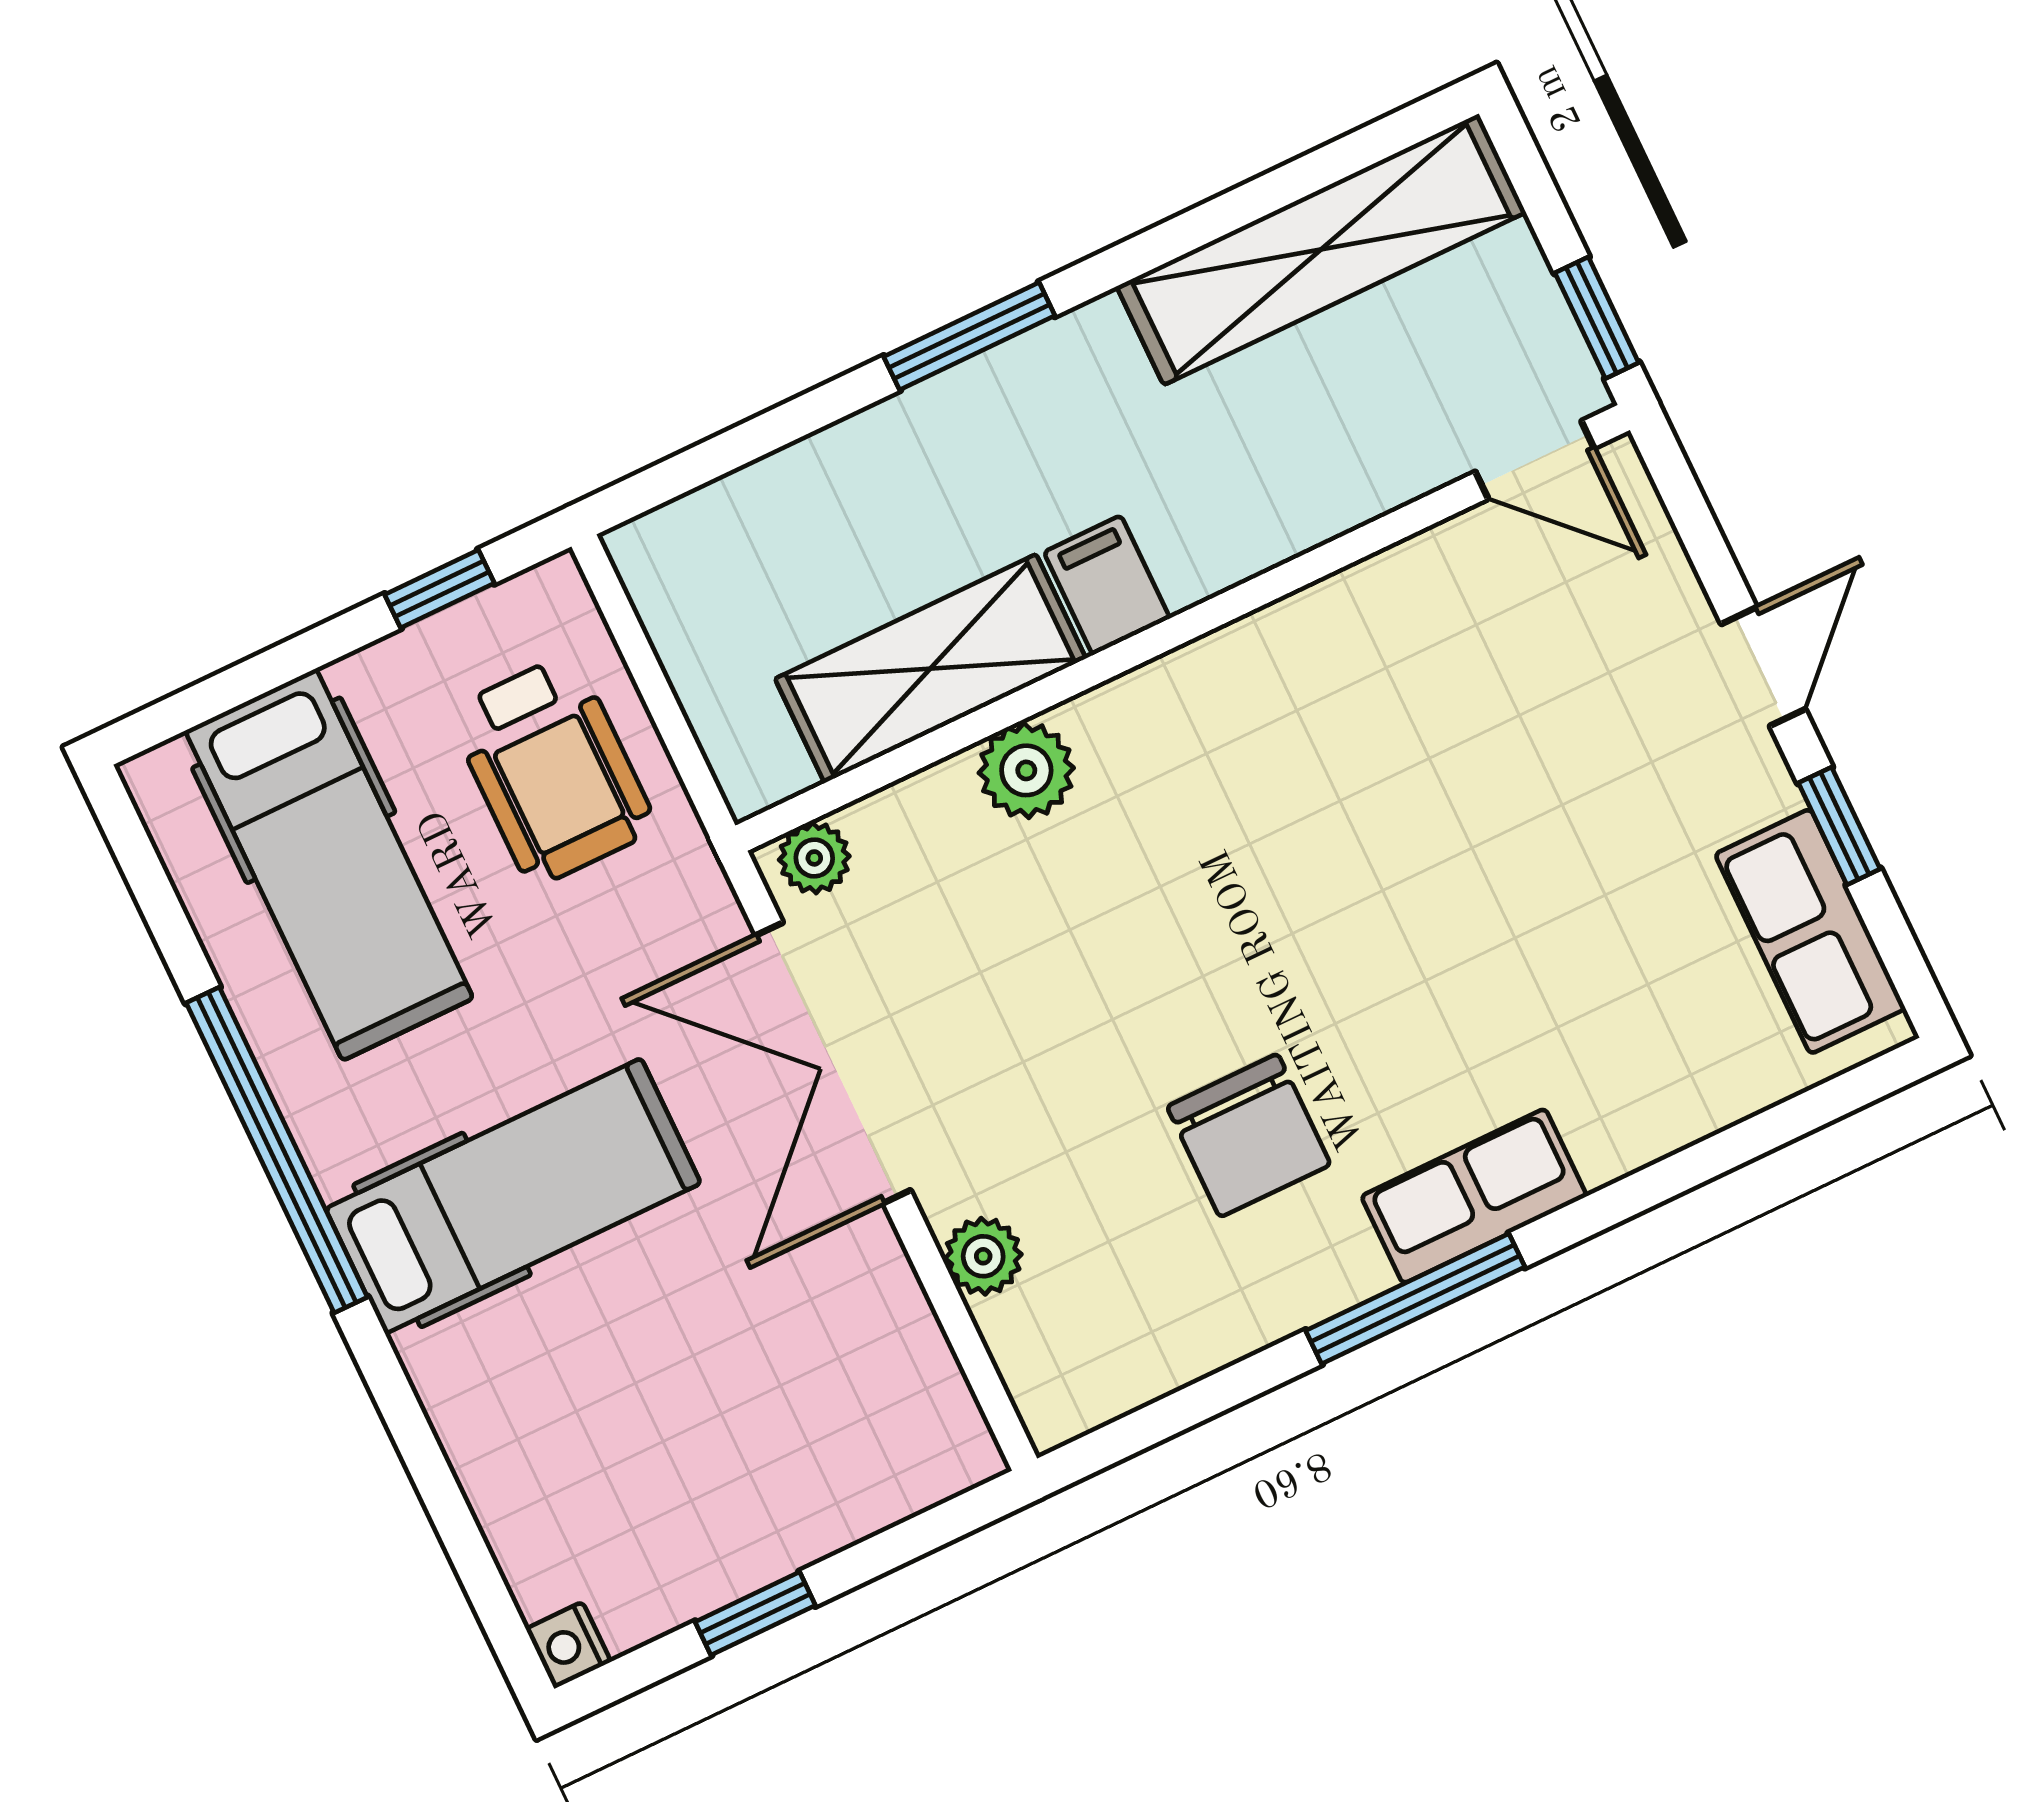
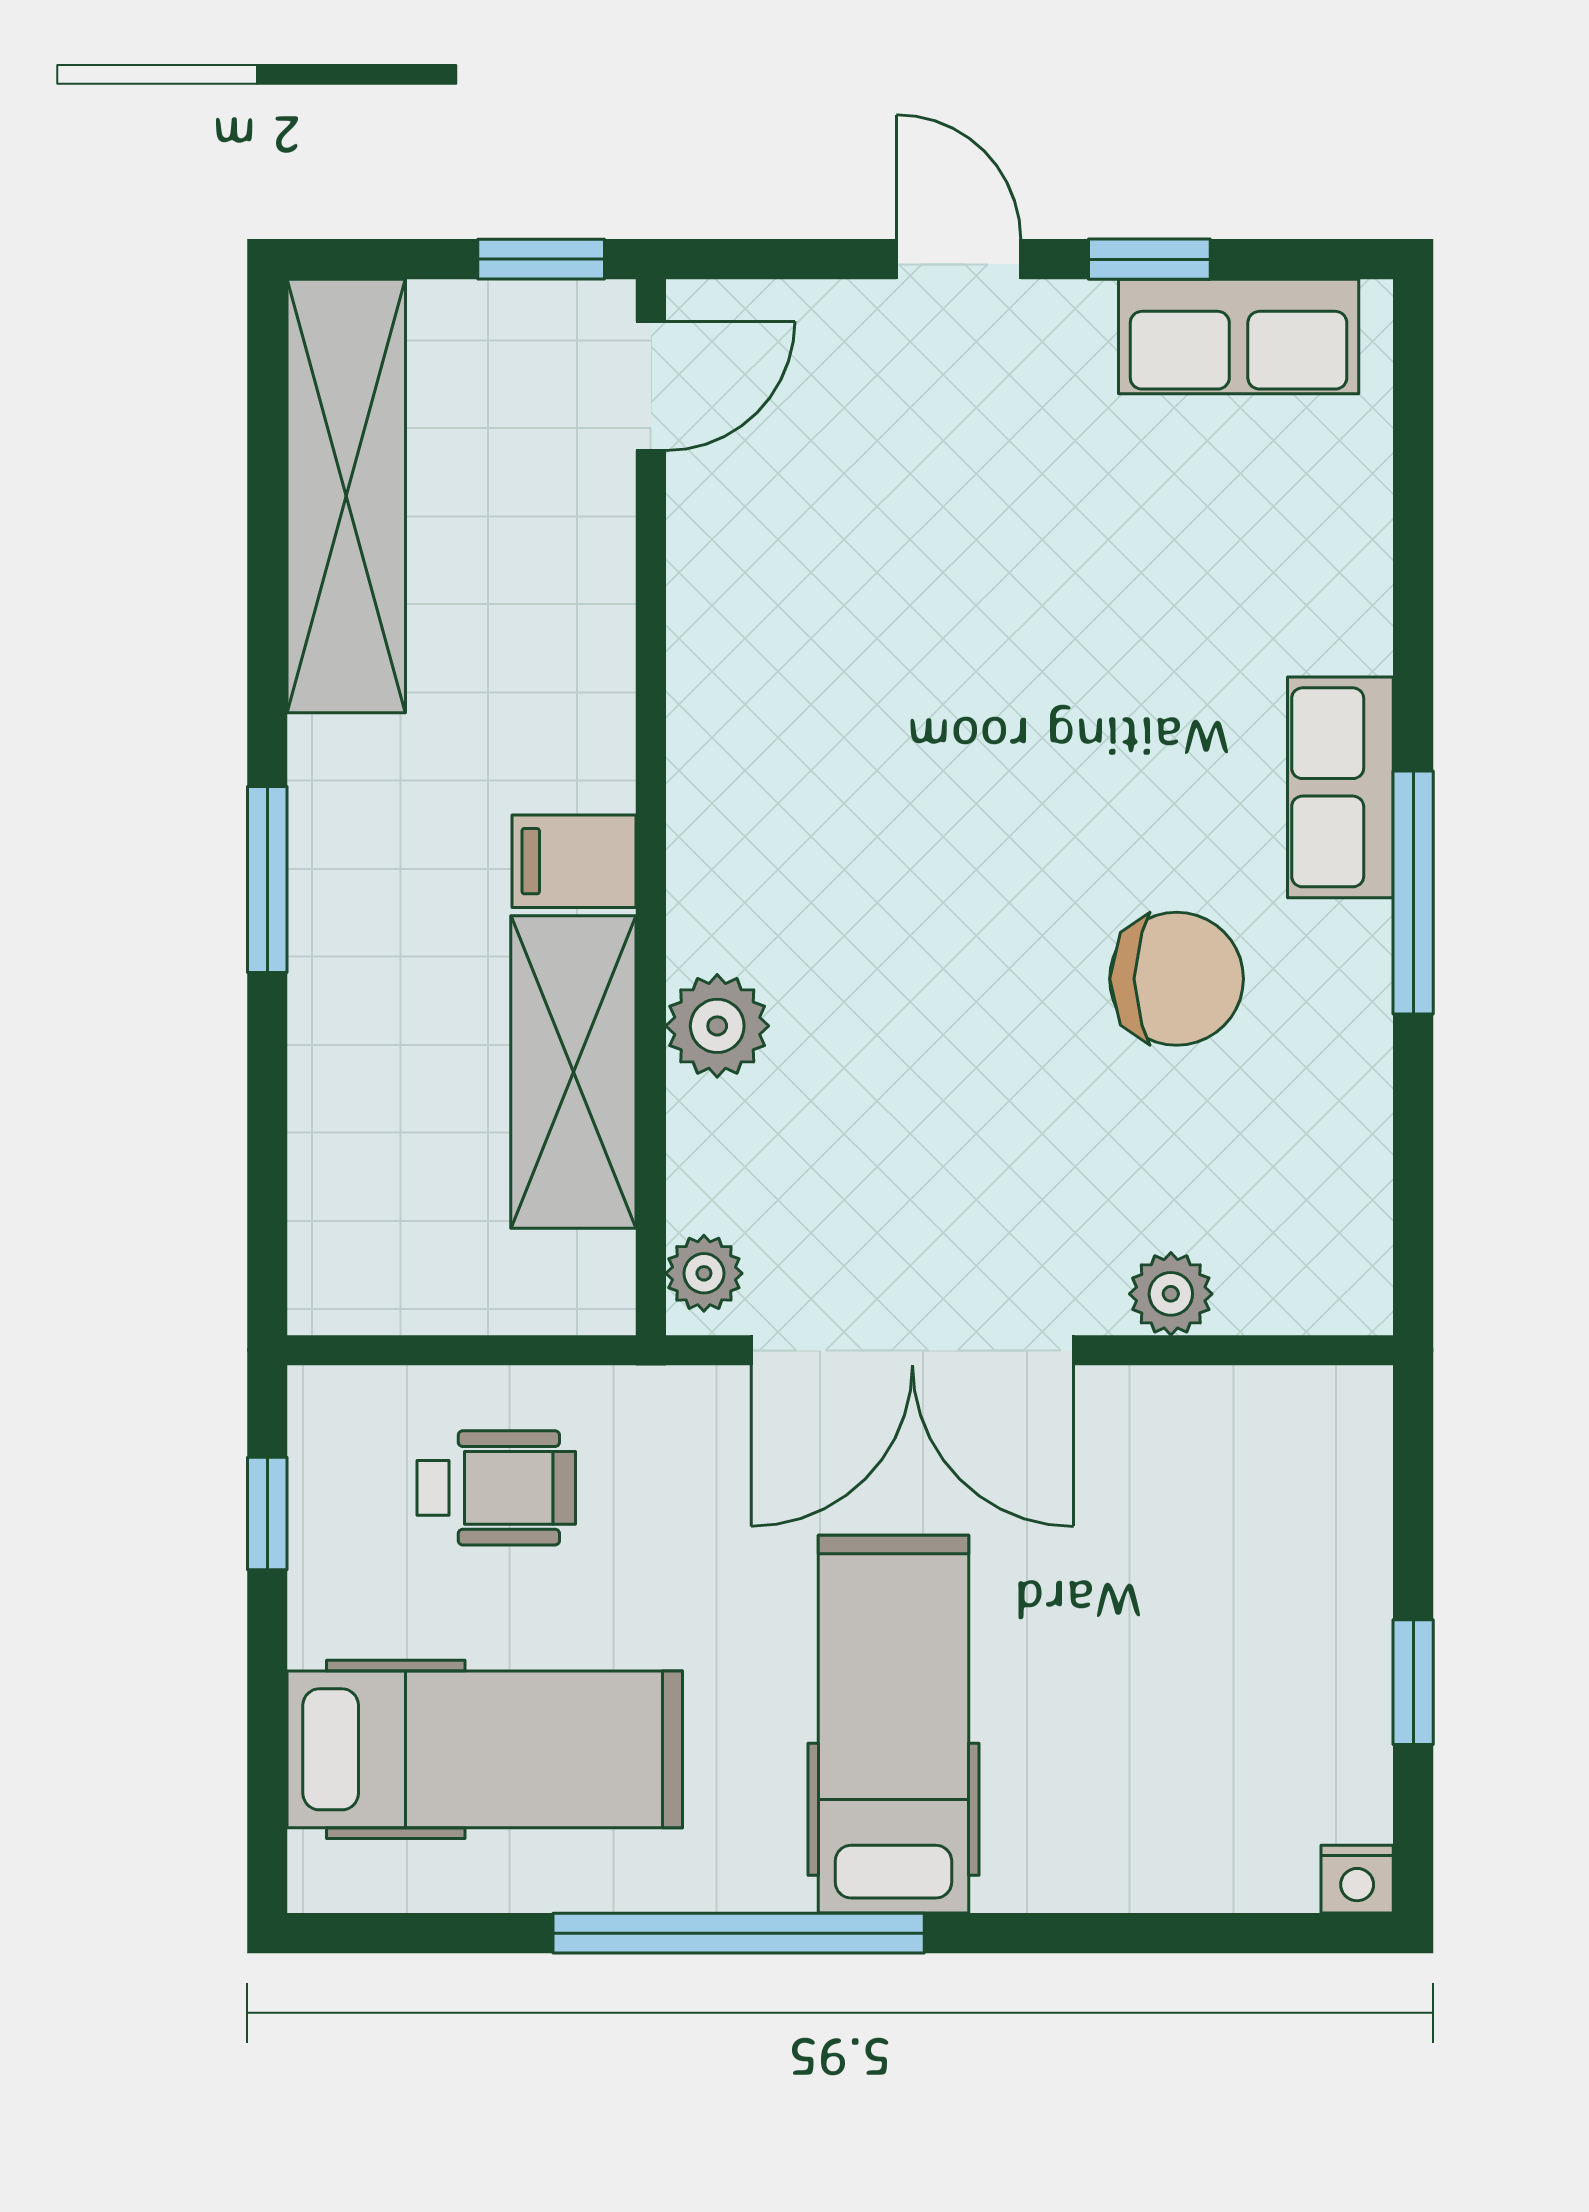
wheelchair: (552, 770) -> (496, 1488), width x0.73, depth x0.73

